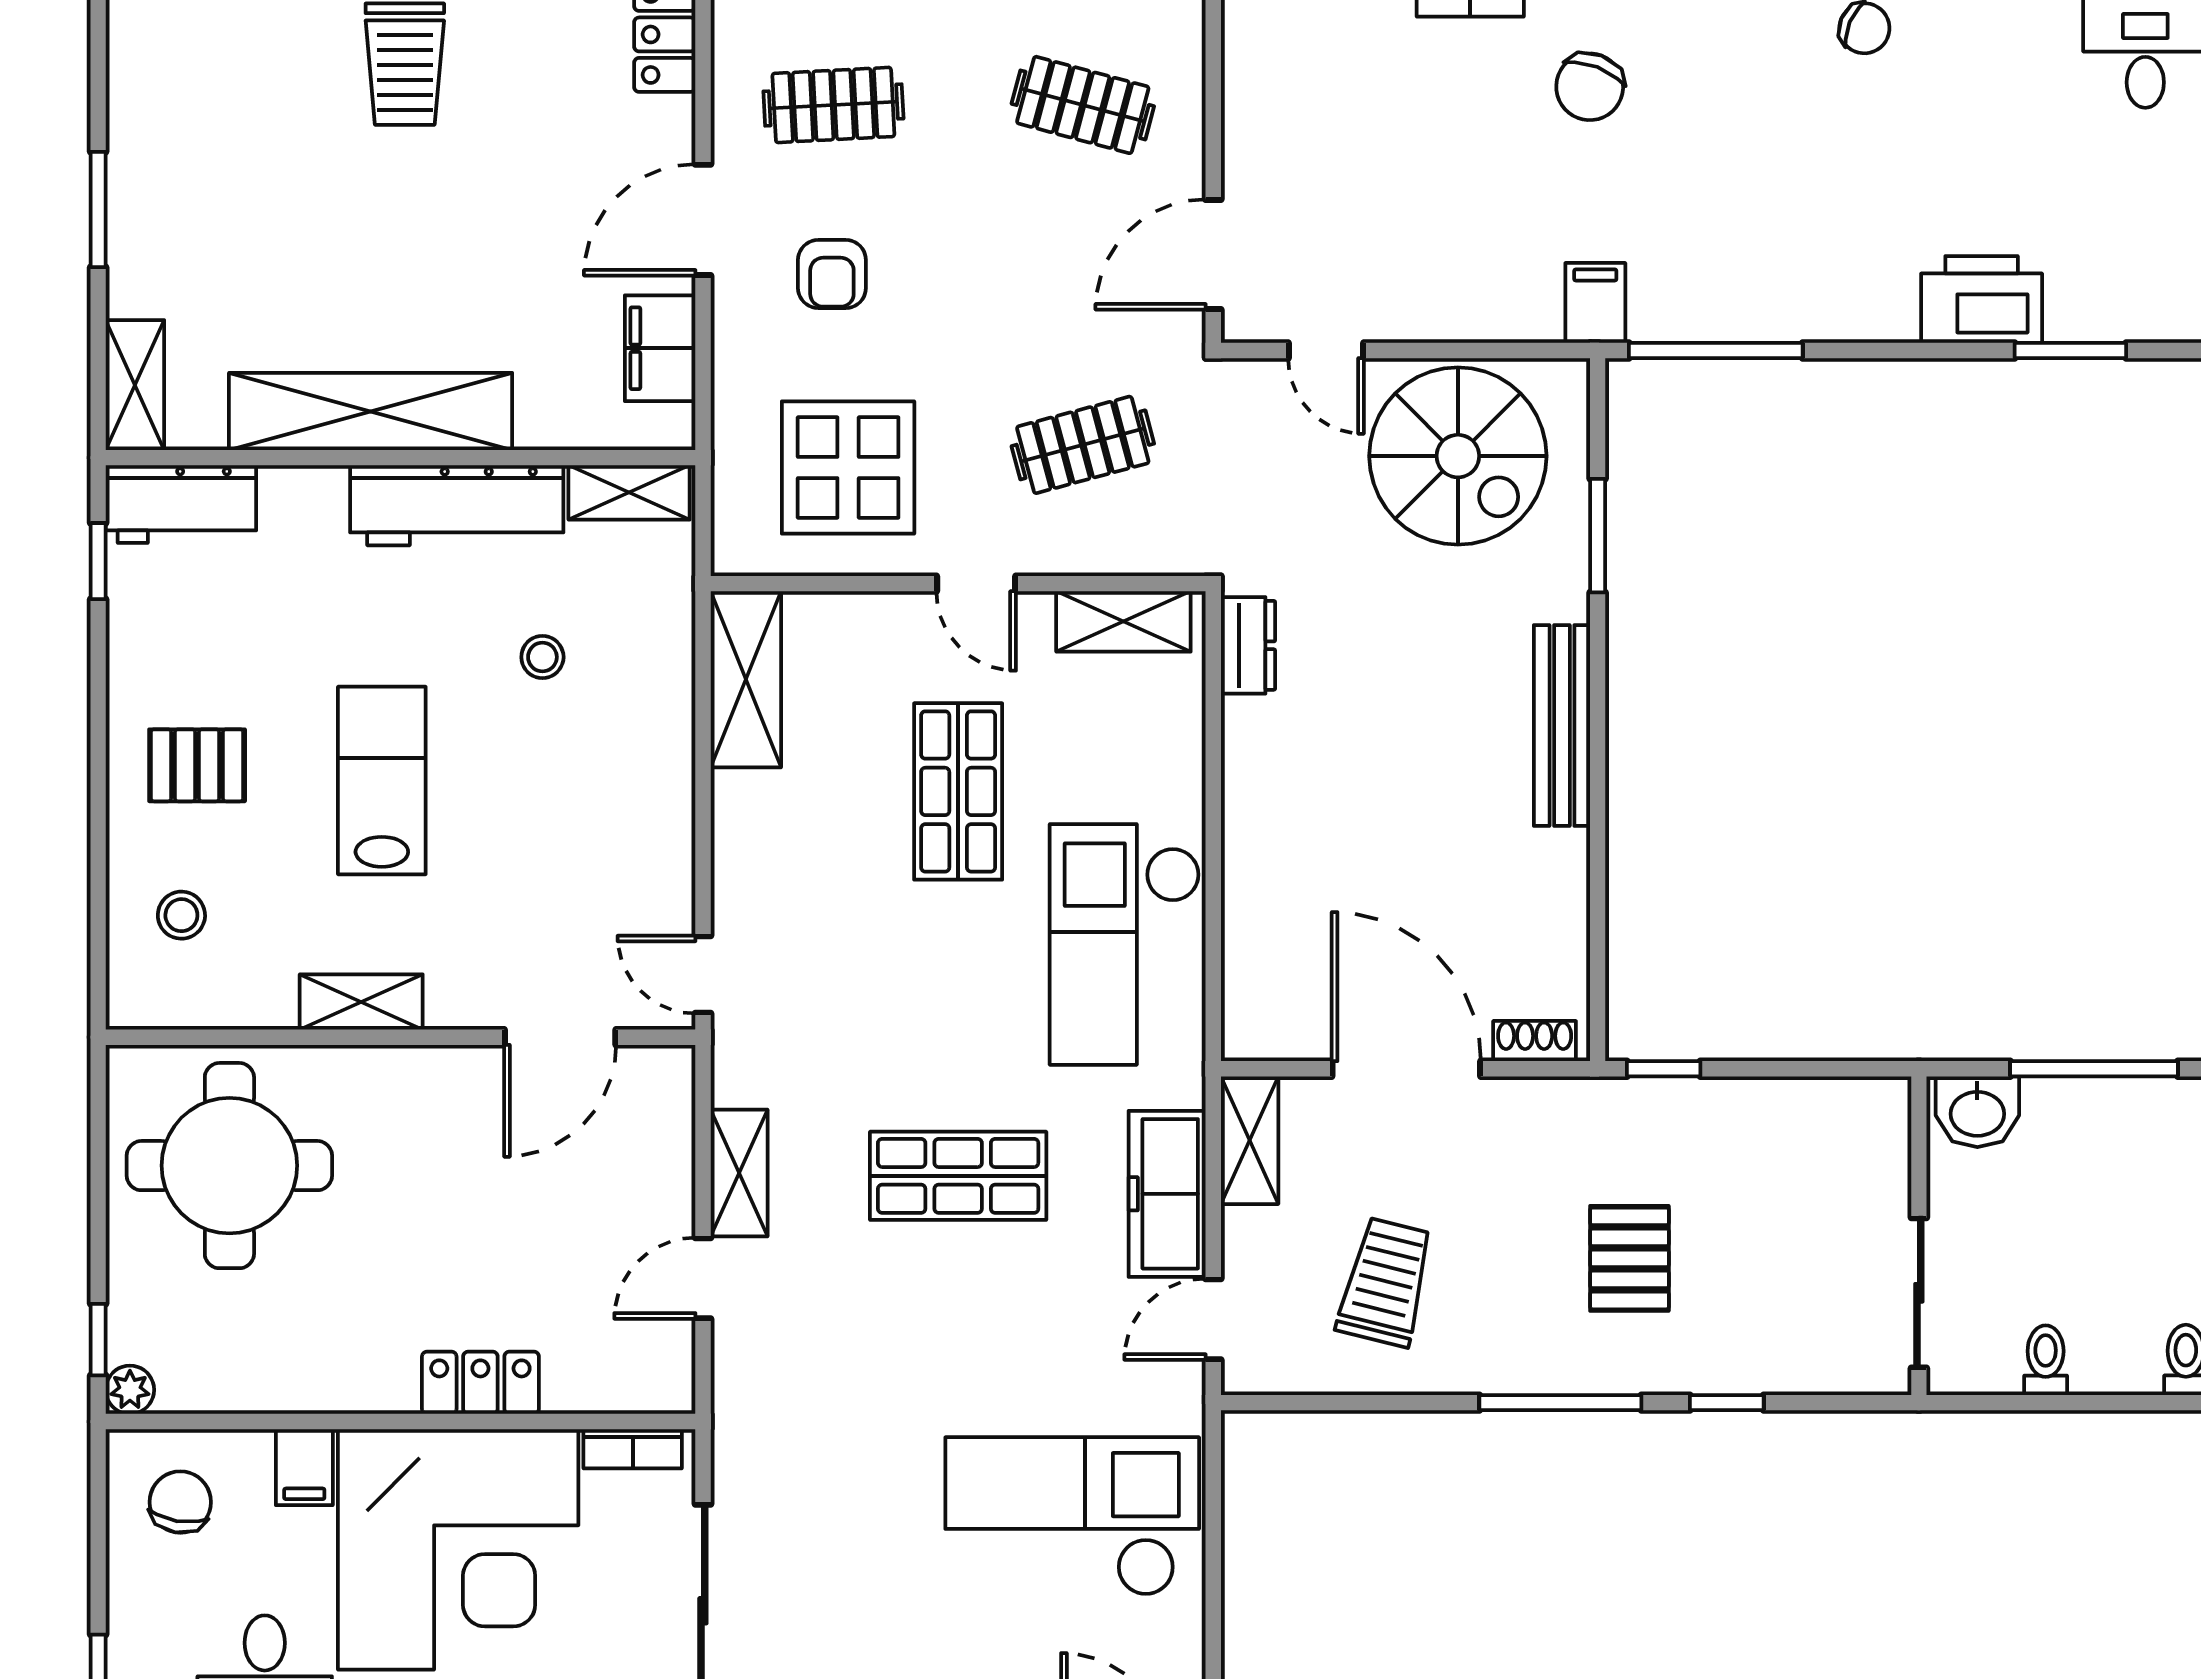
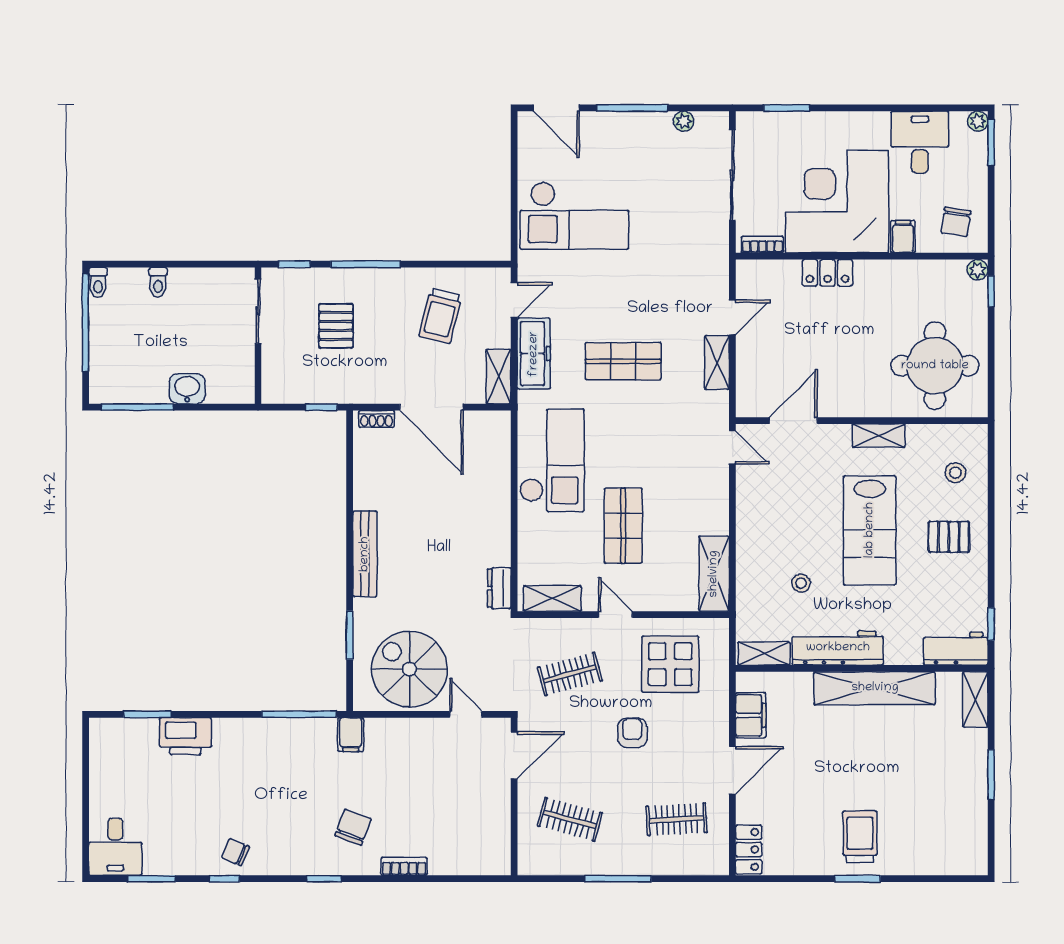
armchair: (832, 274) -> (632, 733), moved
lab bench: (382, 781) -> (870, 530), width x1.36, depth x1.39
wall: (1919, 1236) -> (258, 336), moved
sliding door: (1919, 1293) -> (258, 311), moved

